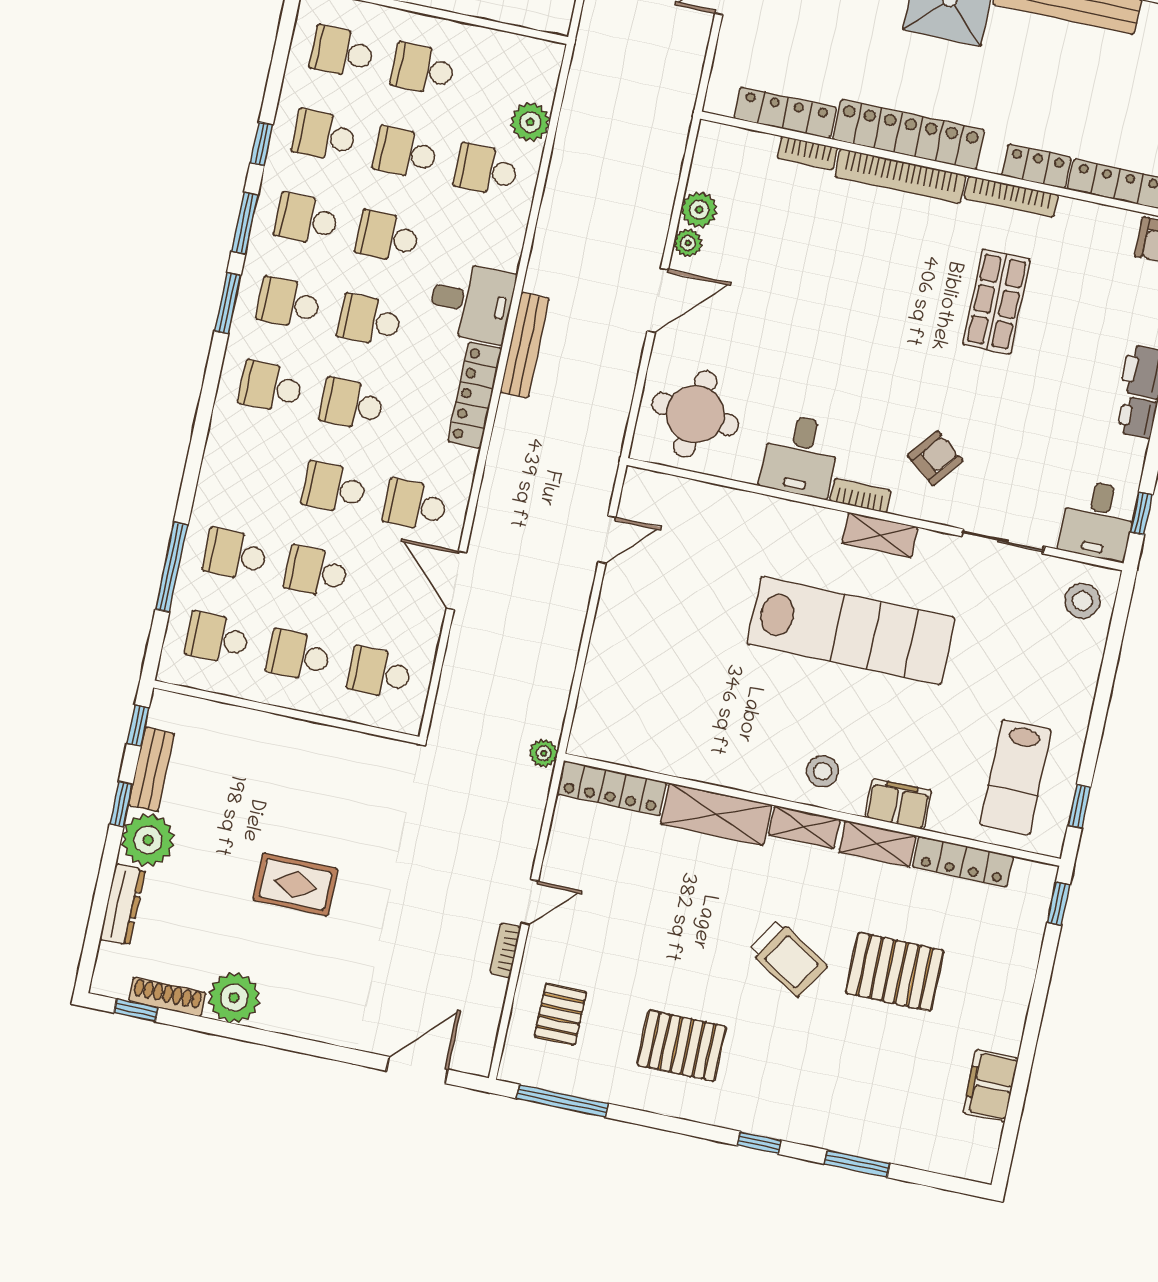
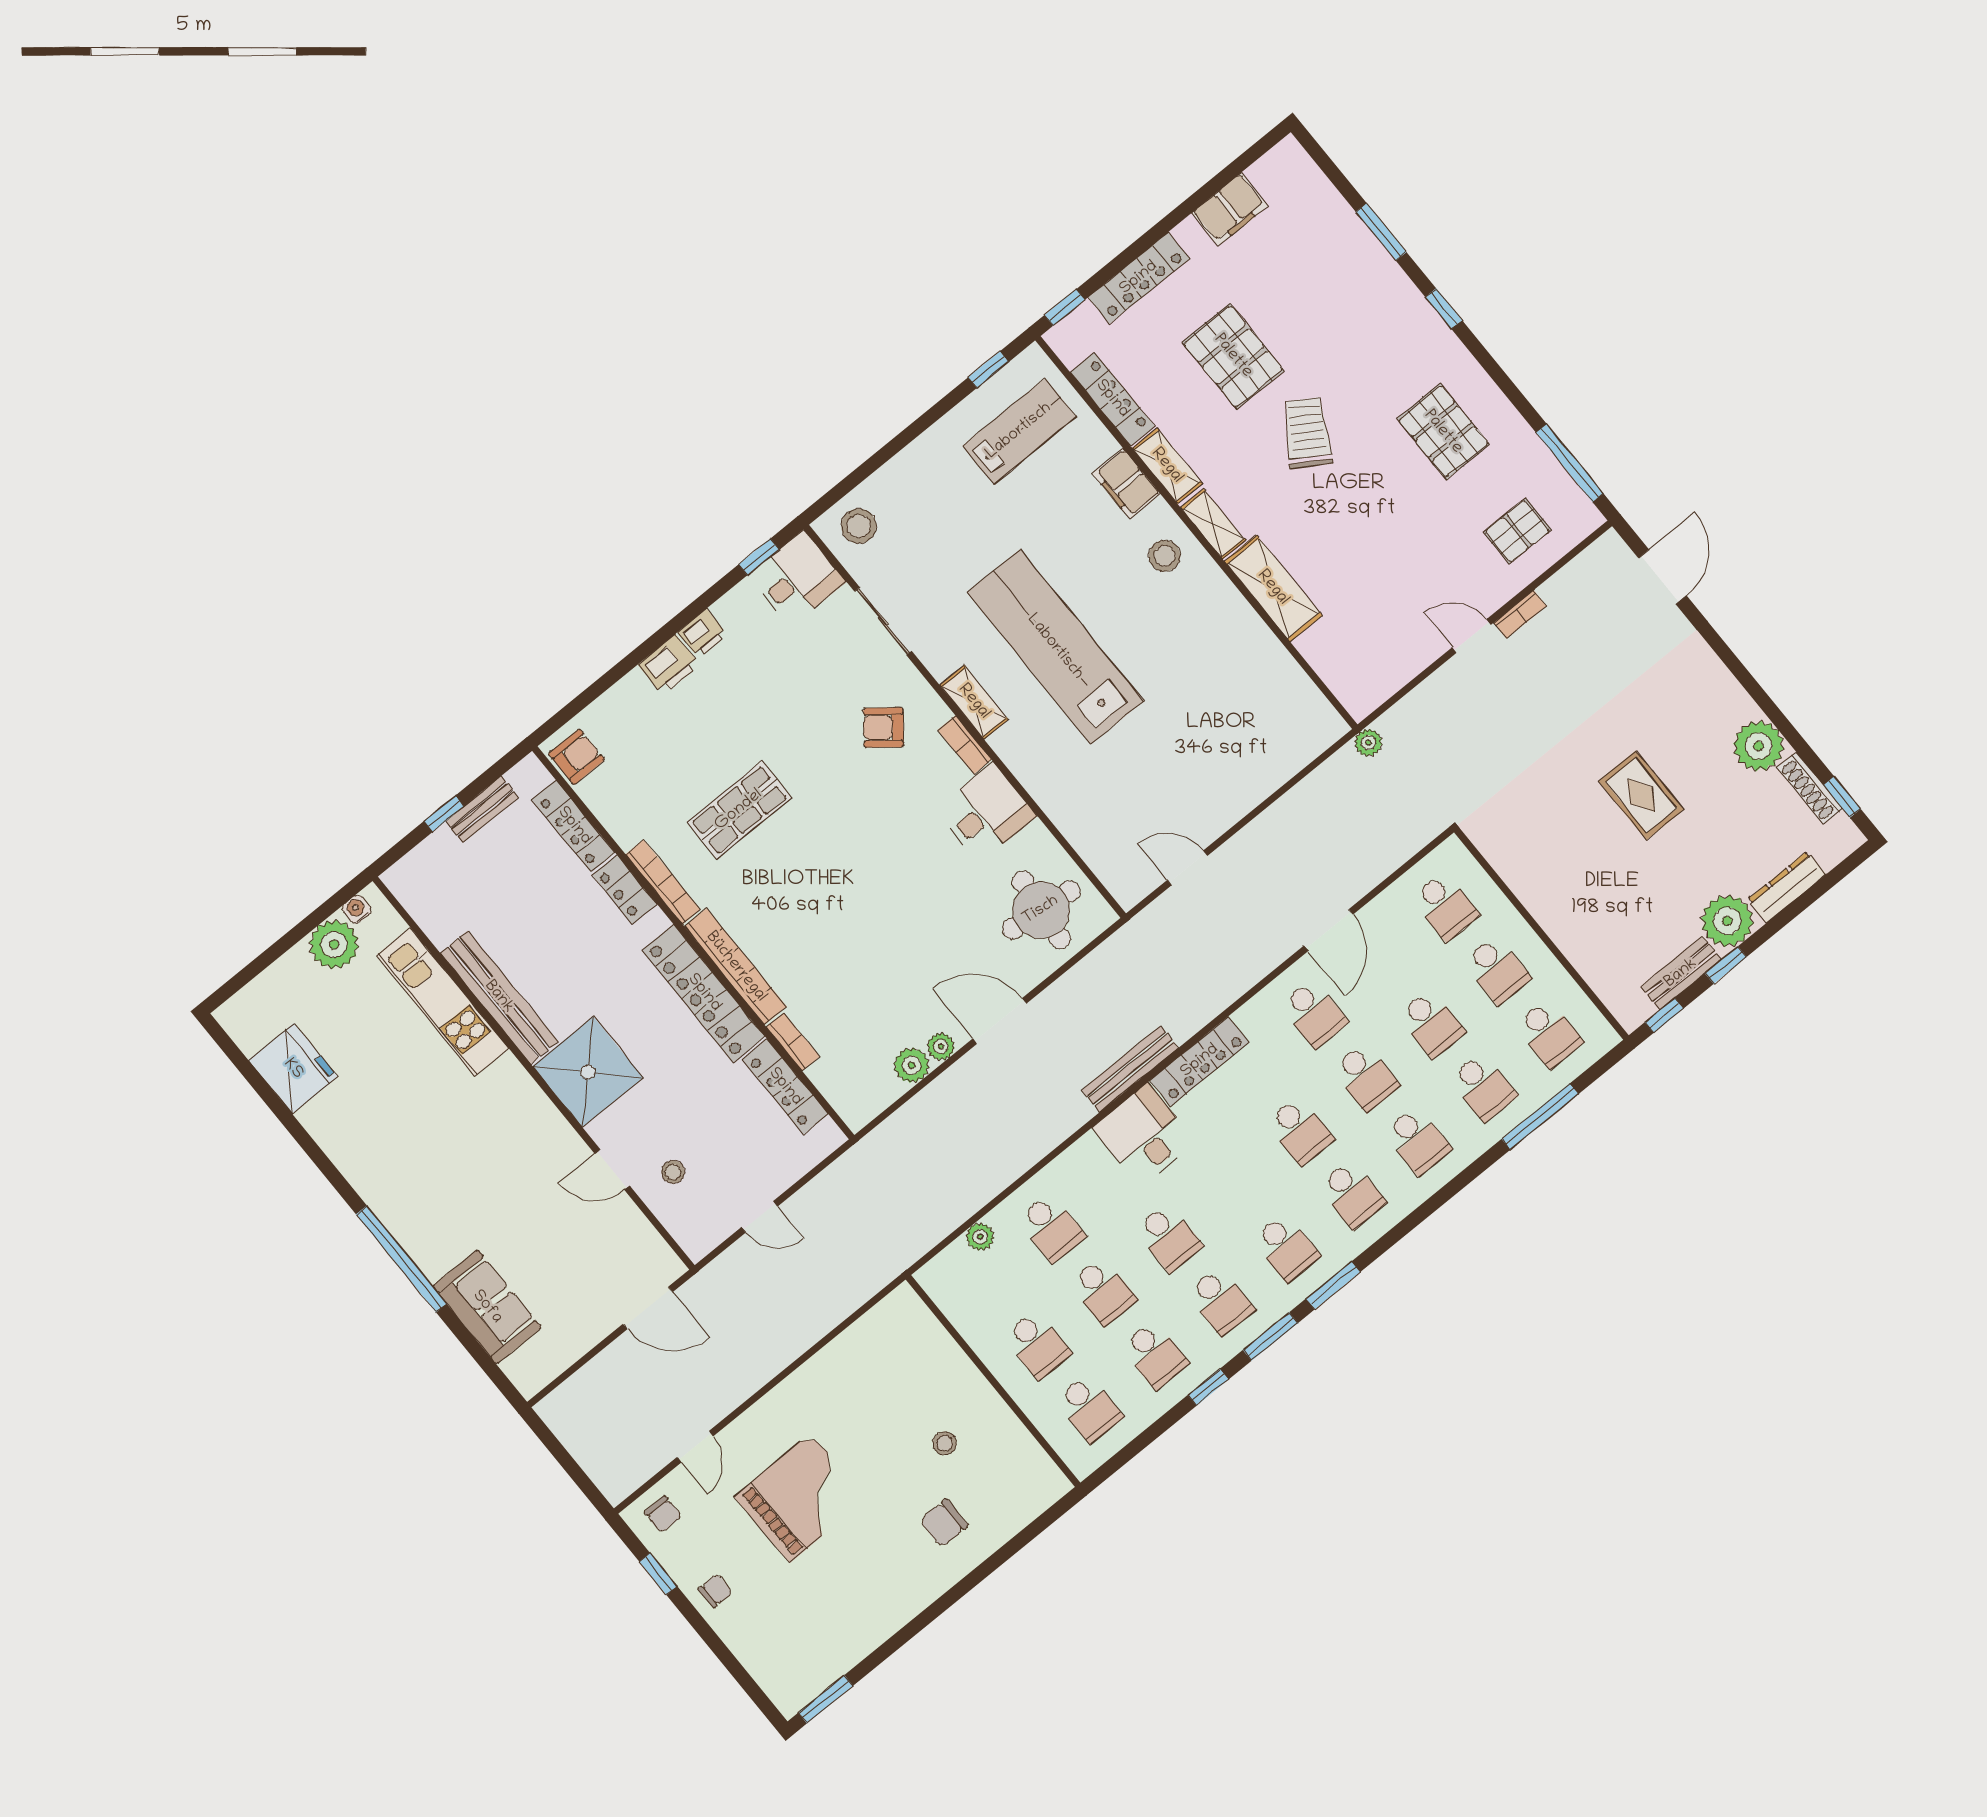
plant: (530, 122) -> (980, 1237), width x0.73, depth x0.73
school desk: (370, 320) -> (1417, 1141), moved
locker: (612, 788) -> (1139, 278), moved, turned 90
door: (417, 1070) -> (1662, 577), swing flipped

